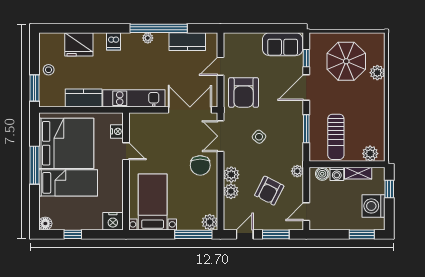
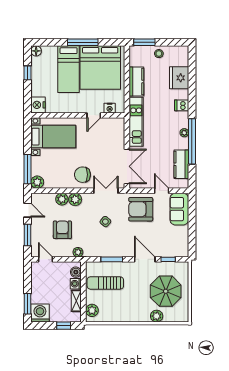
sofa: (283, 44) -> (179, 209), moved
armchair: (269, 191) -> (62, 230), turned 63
washing machine: (374, 206) -> (40, 313), moved

